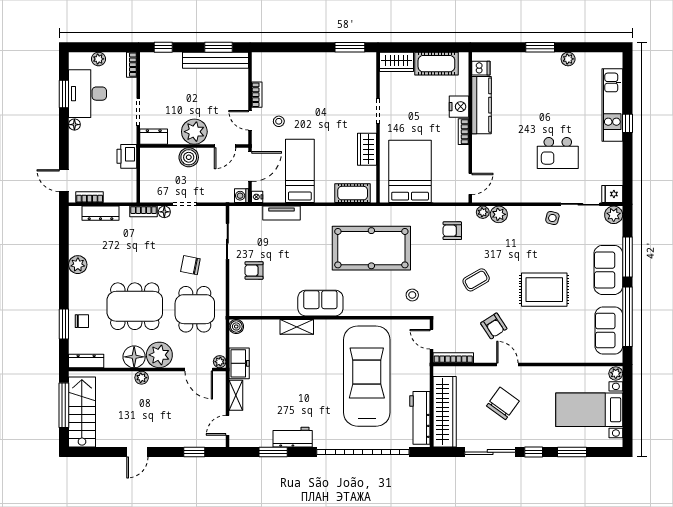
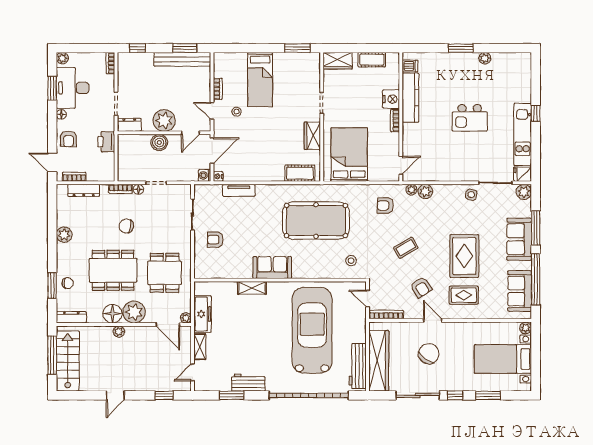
plant: (98, 59) -> (62, 58), moved
cot: (436, 64) -> (372, 60), width x0.73, depth x0.75
kitchen unit: (612, 105) -> (523, 134), moved
armchair: (83, 153) -> (68, 139), added
kitchen island: (558, 153) -> (470, 118), moved
bed: (300, 171) -> (260, 80), moved, turned 180
chair: (190, 265) -> (126, 226), moved
rug: (544, 290) -> (464, 256), turned 90
boiler: (236, 326) -> (200, 288), removed
rug: (544, 335) -> (464, 295), added
freezer: (239, 363) -> (202, 314), width x1.40

